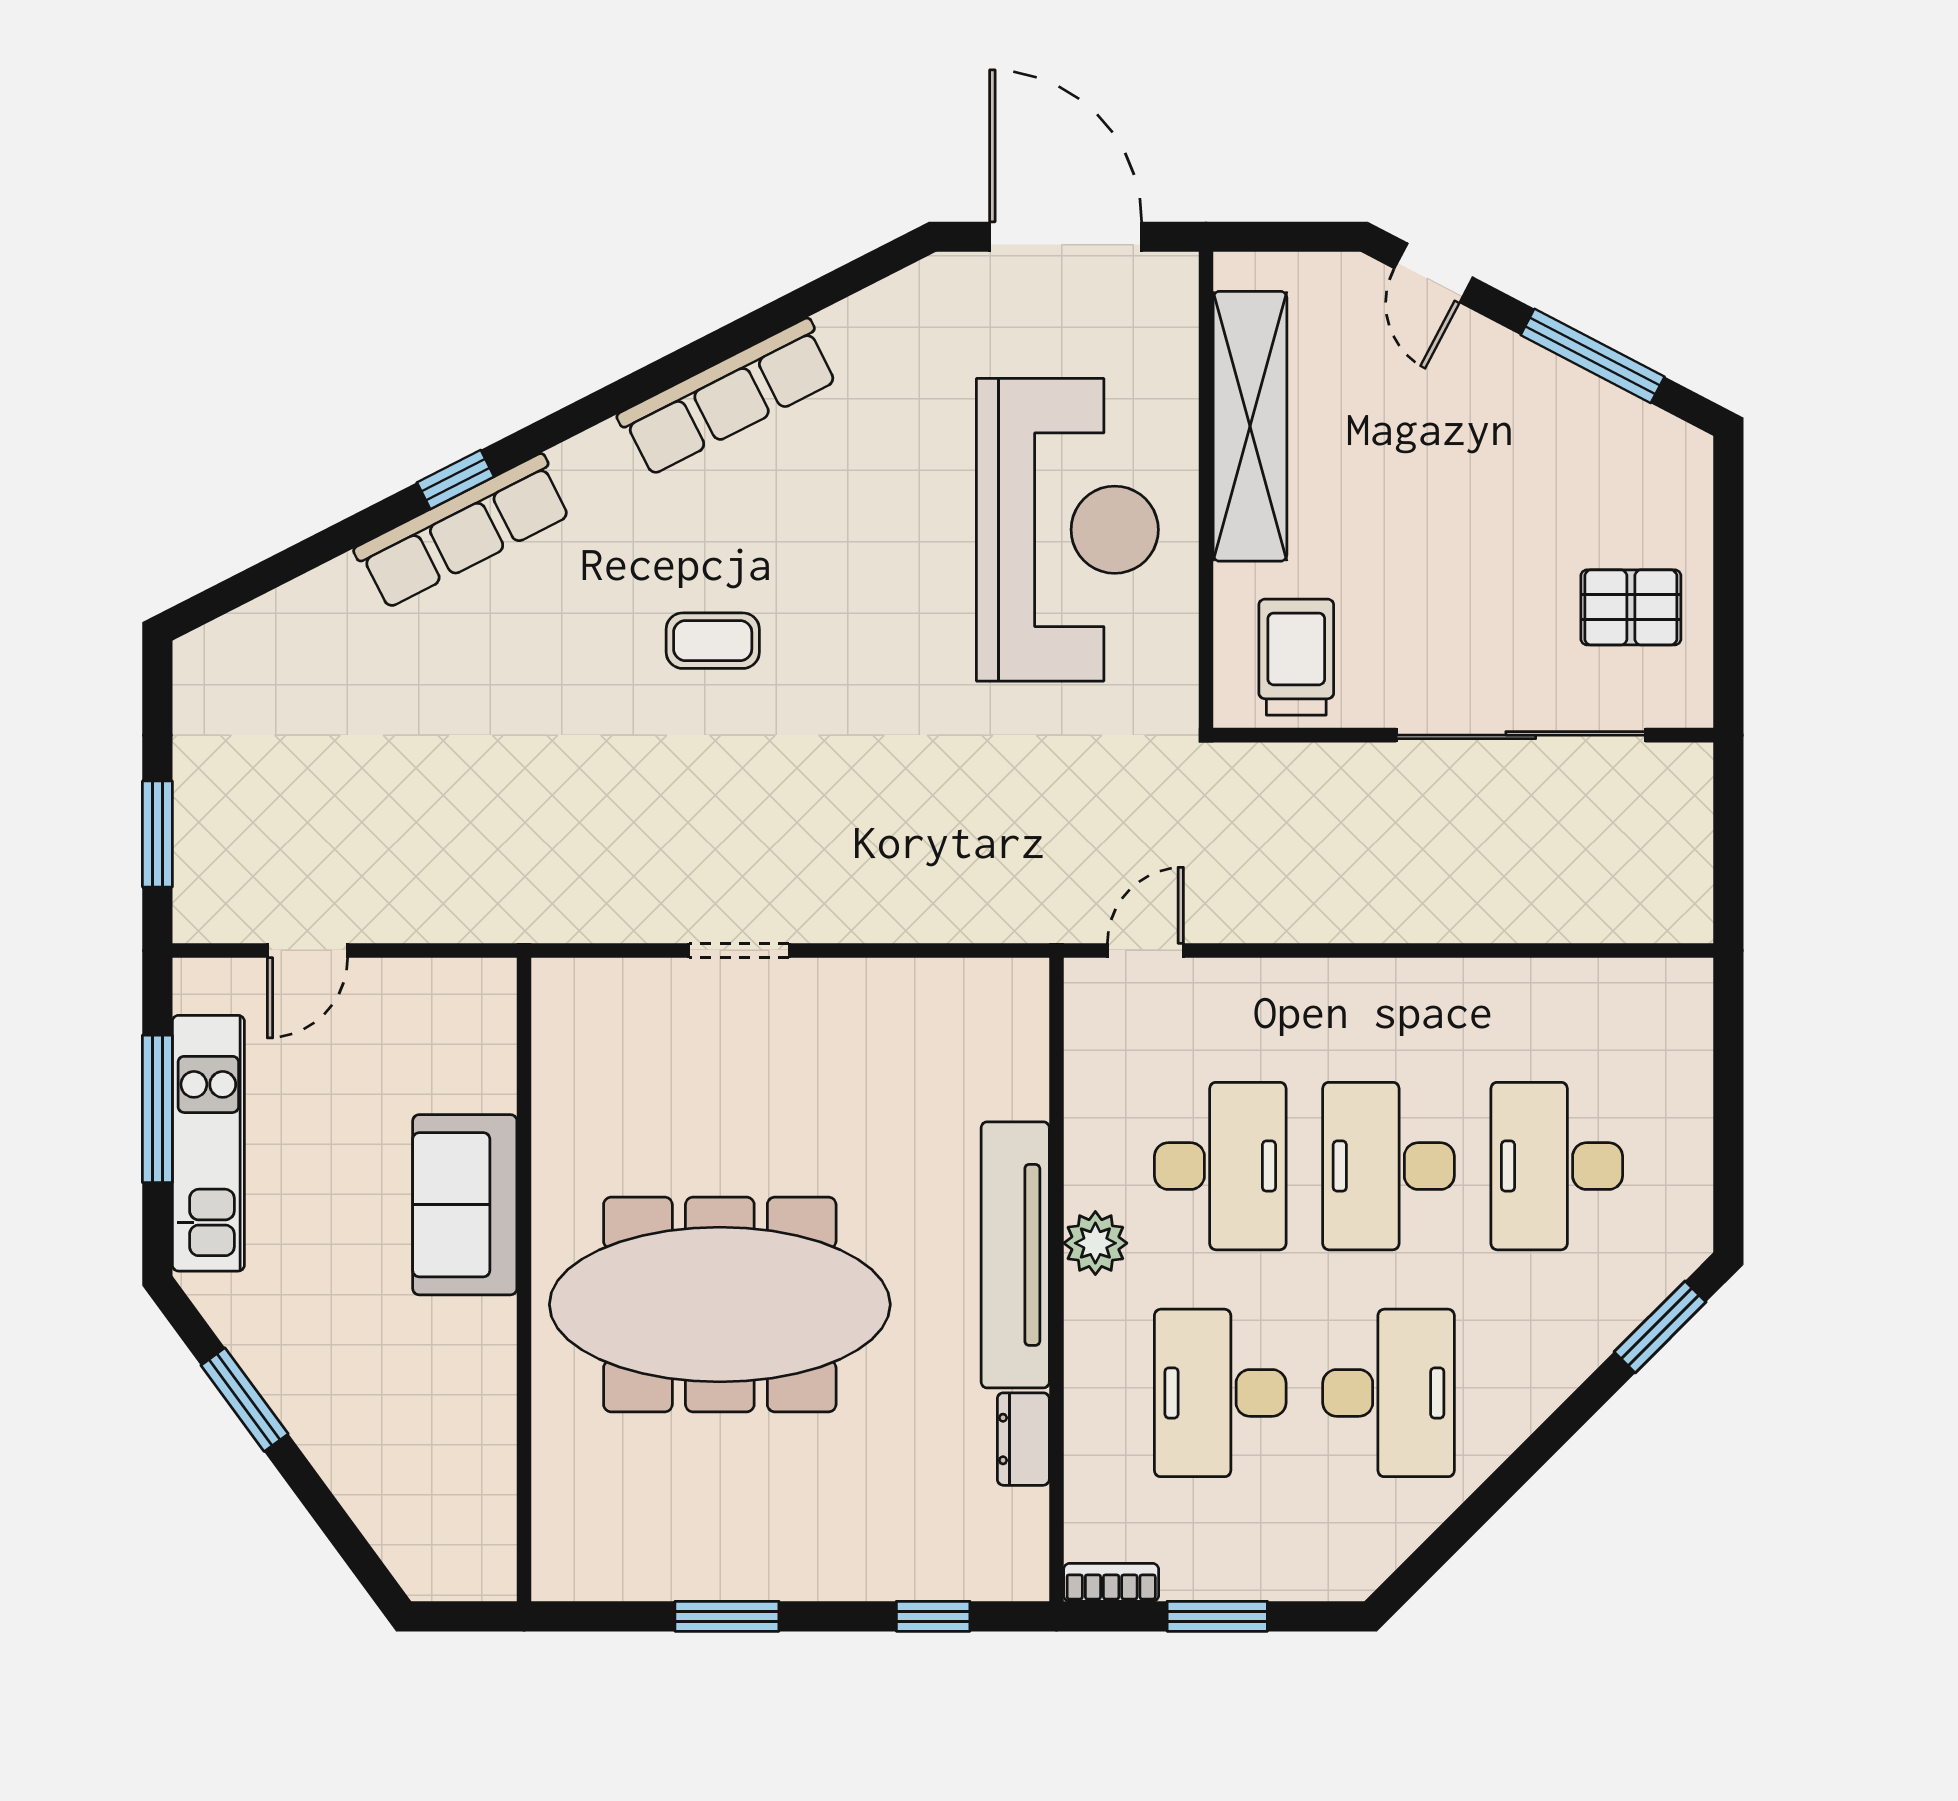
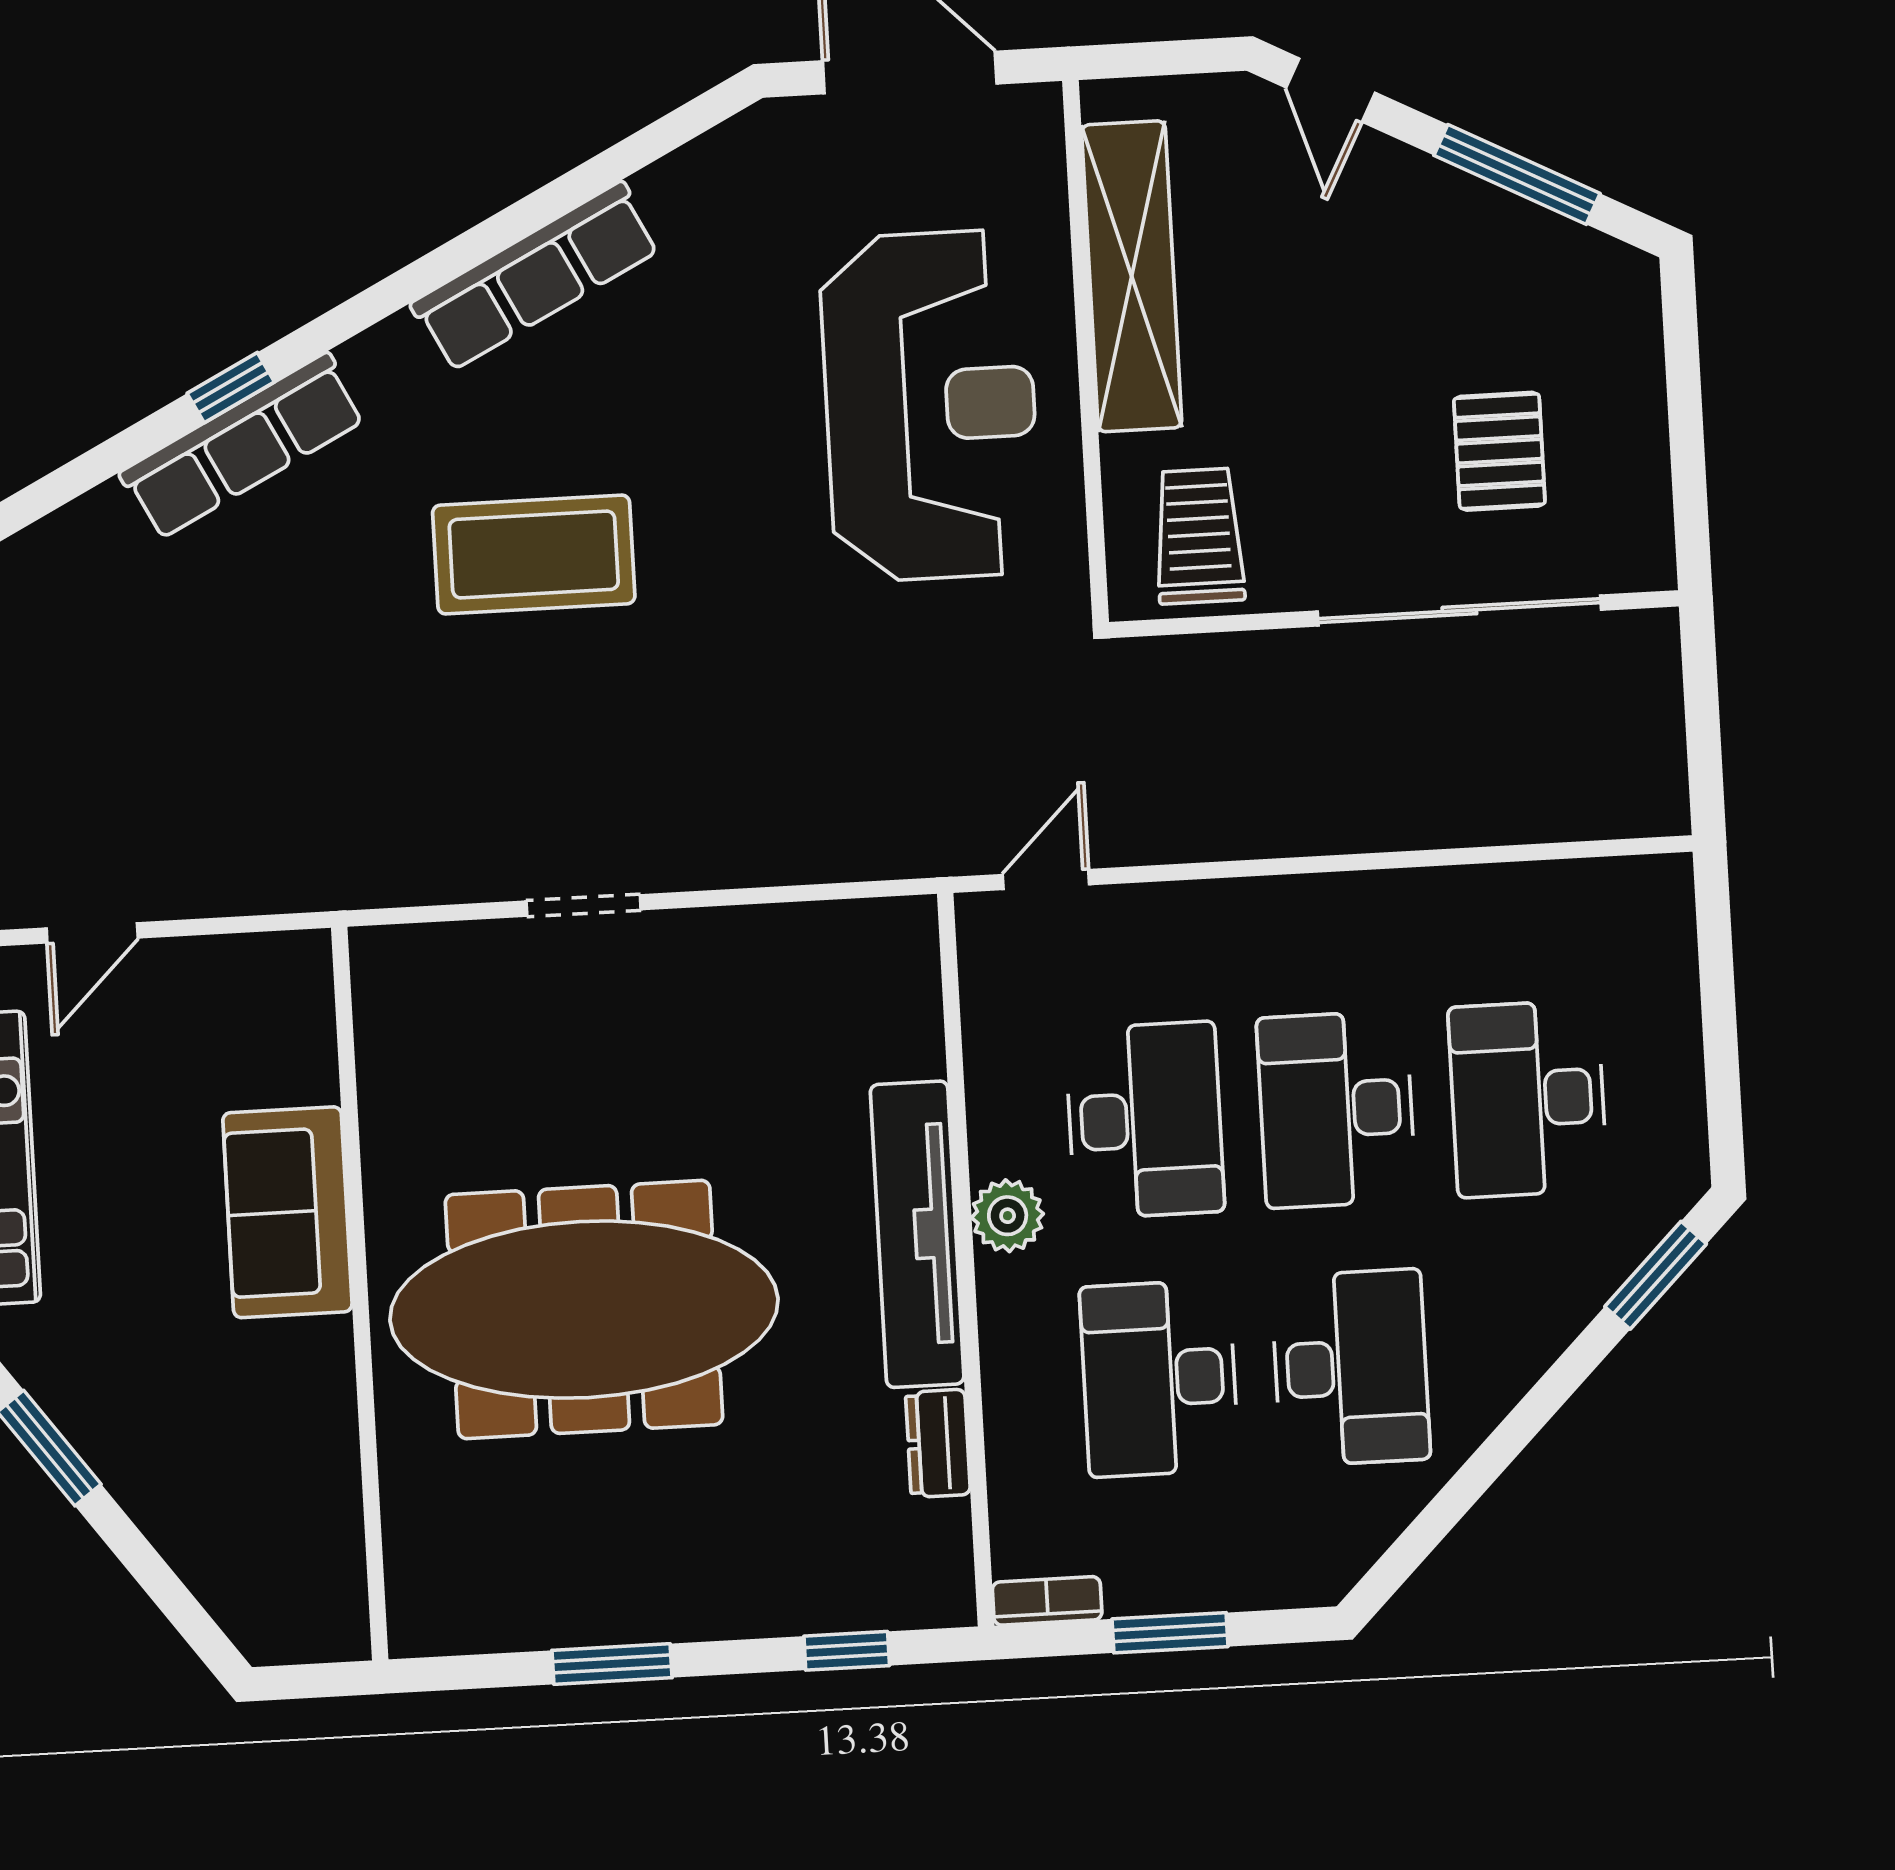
pallet: (1631, 607) -> (1499, 451), moved, turned 90
coffee table: (713, 641) -> (534, 554), width x1.86, depth x1.72

